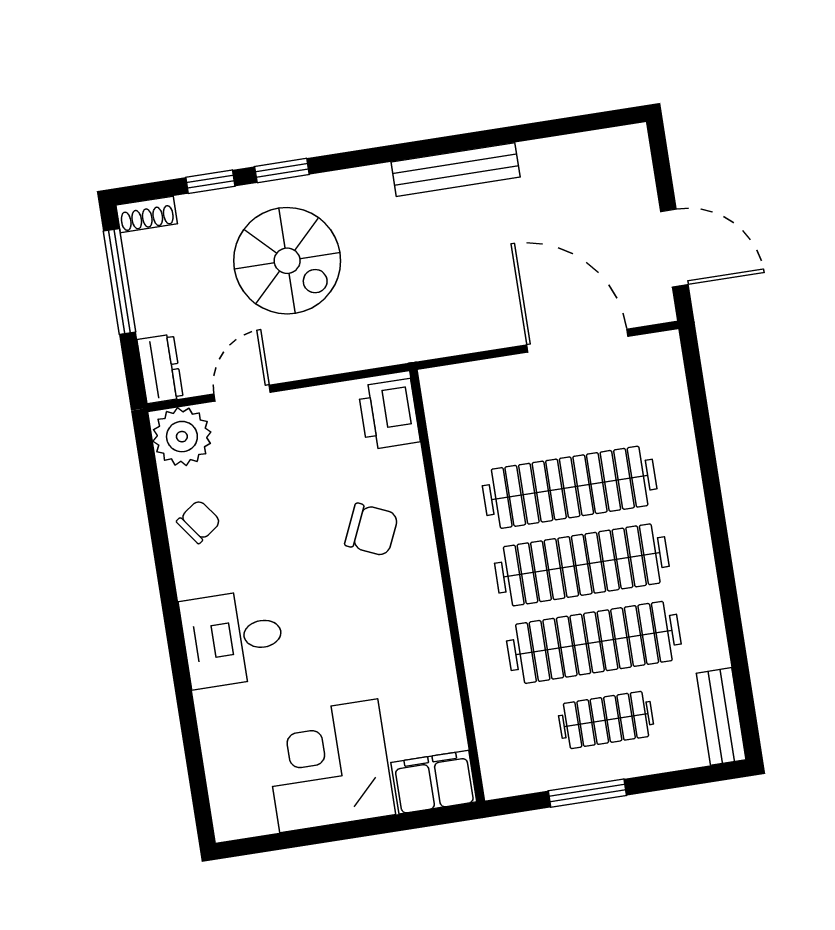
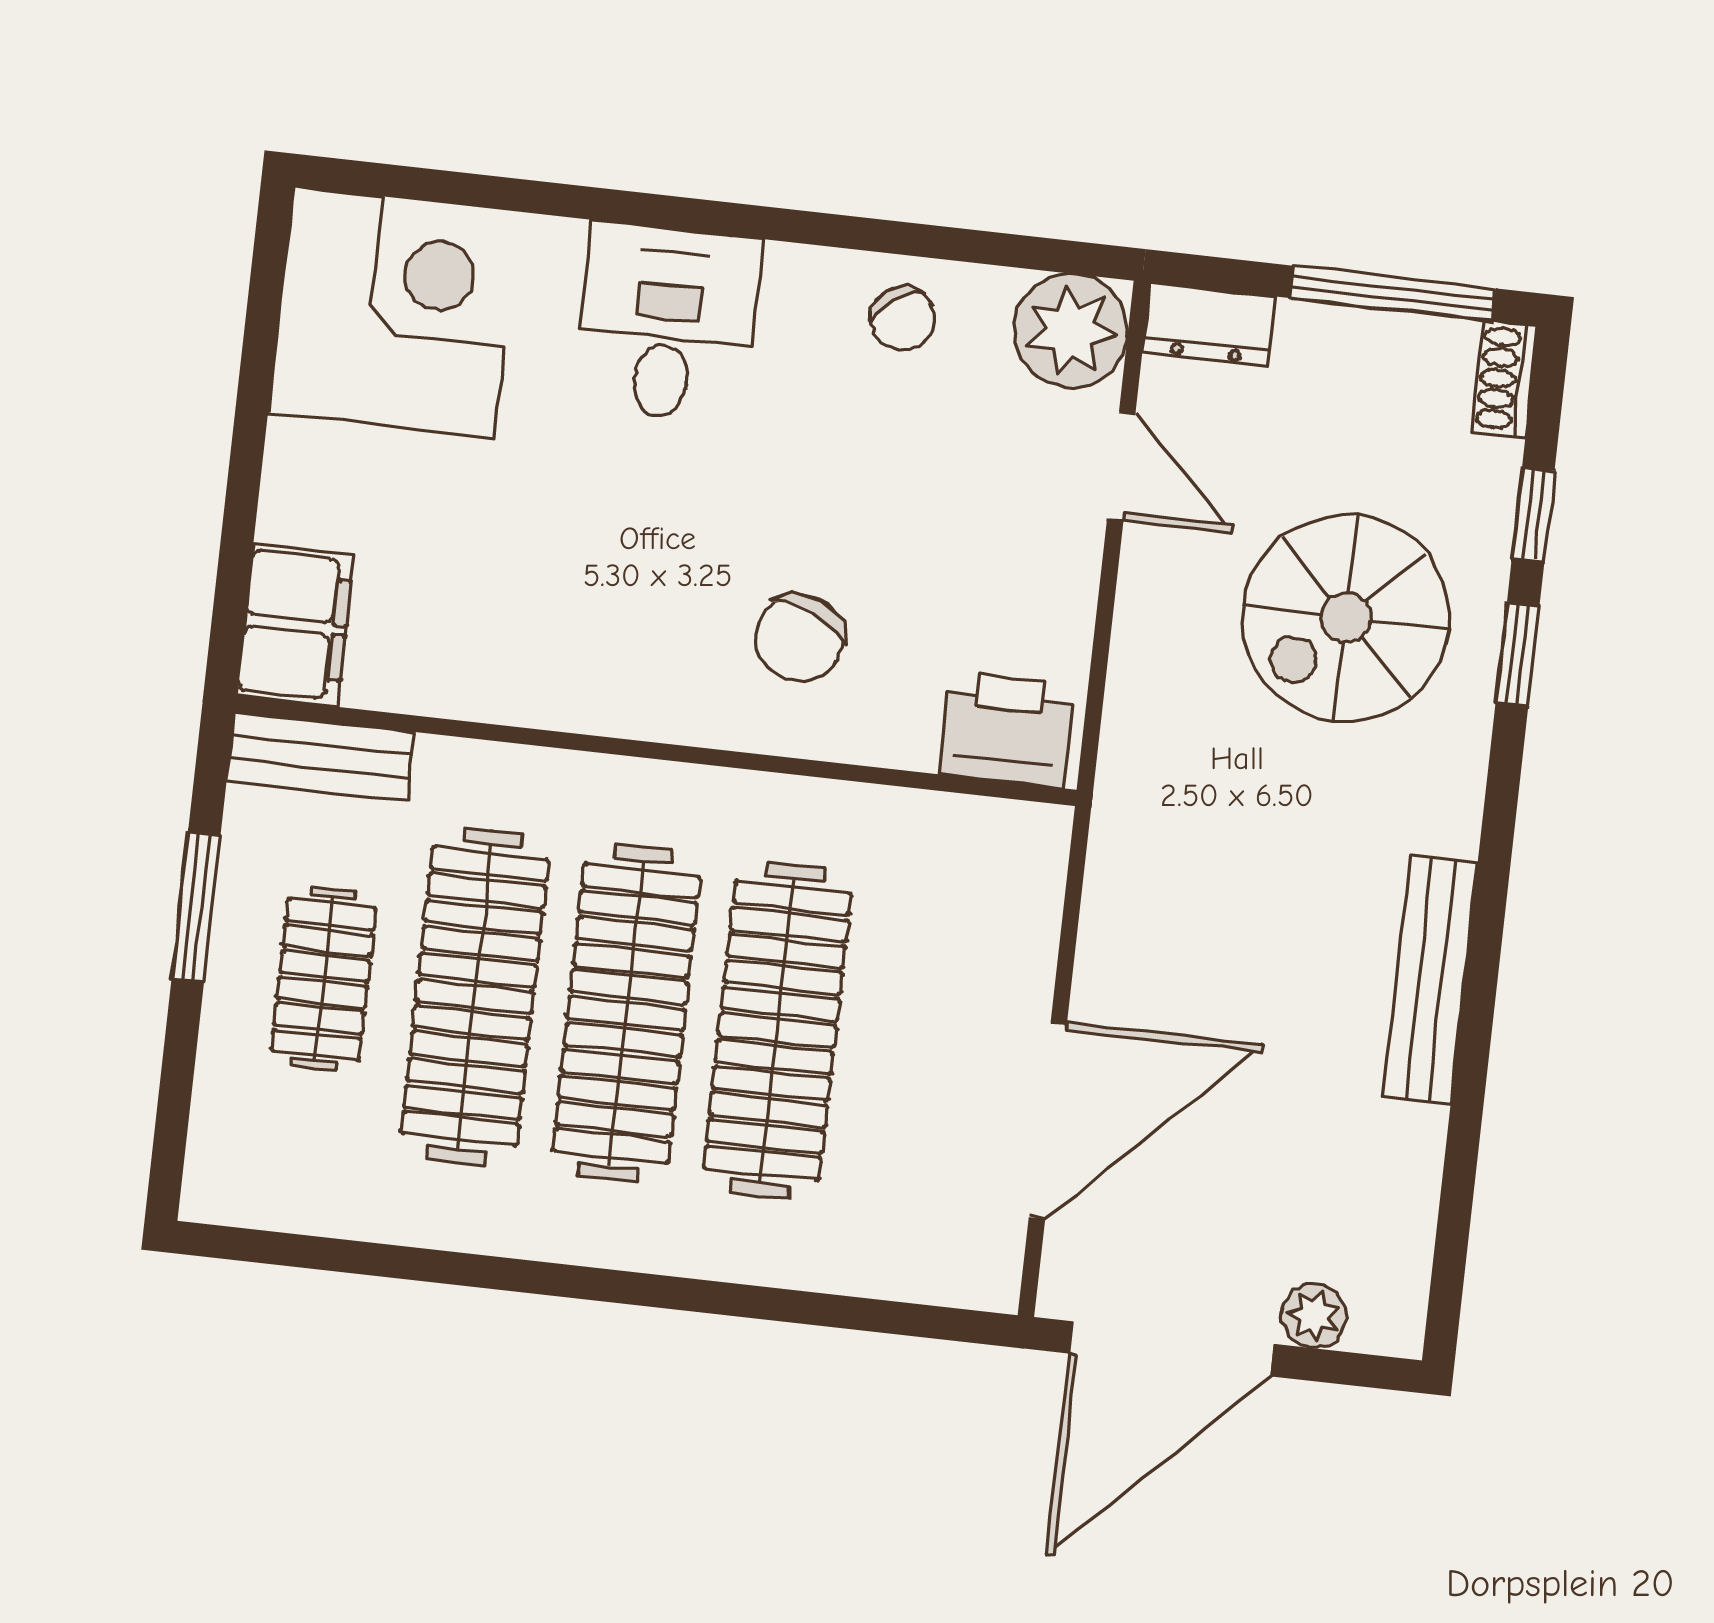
plant: (639, 182) -> (1314, 1316), added
door: (674, 248) -> (1172, 1349), width x1.36
bench: (721, 716) -> (321, 756), moved
corner desk: (329, 766) -> (394, 312), moved

